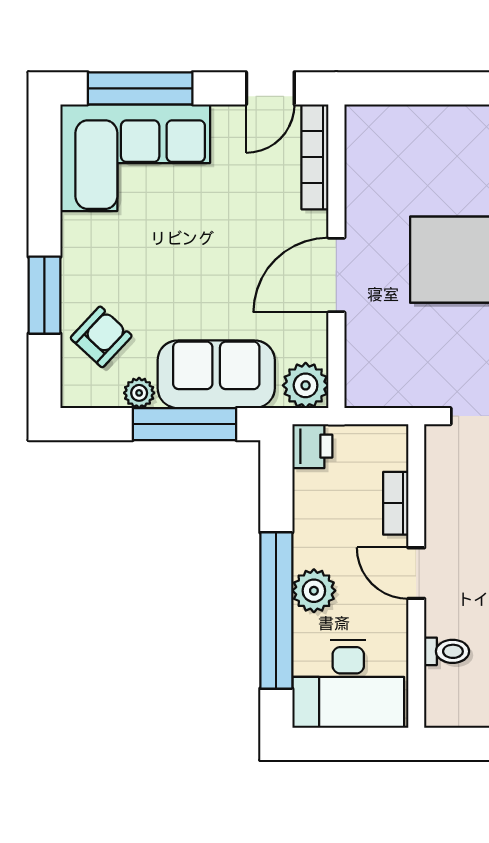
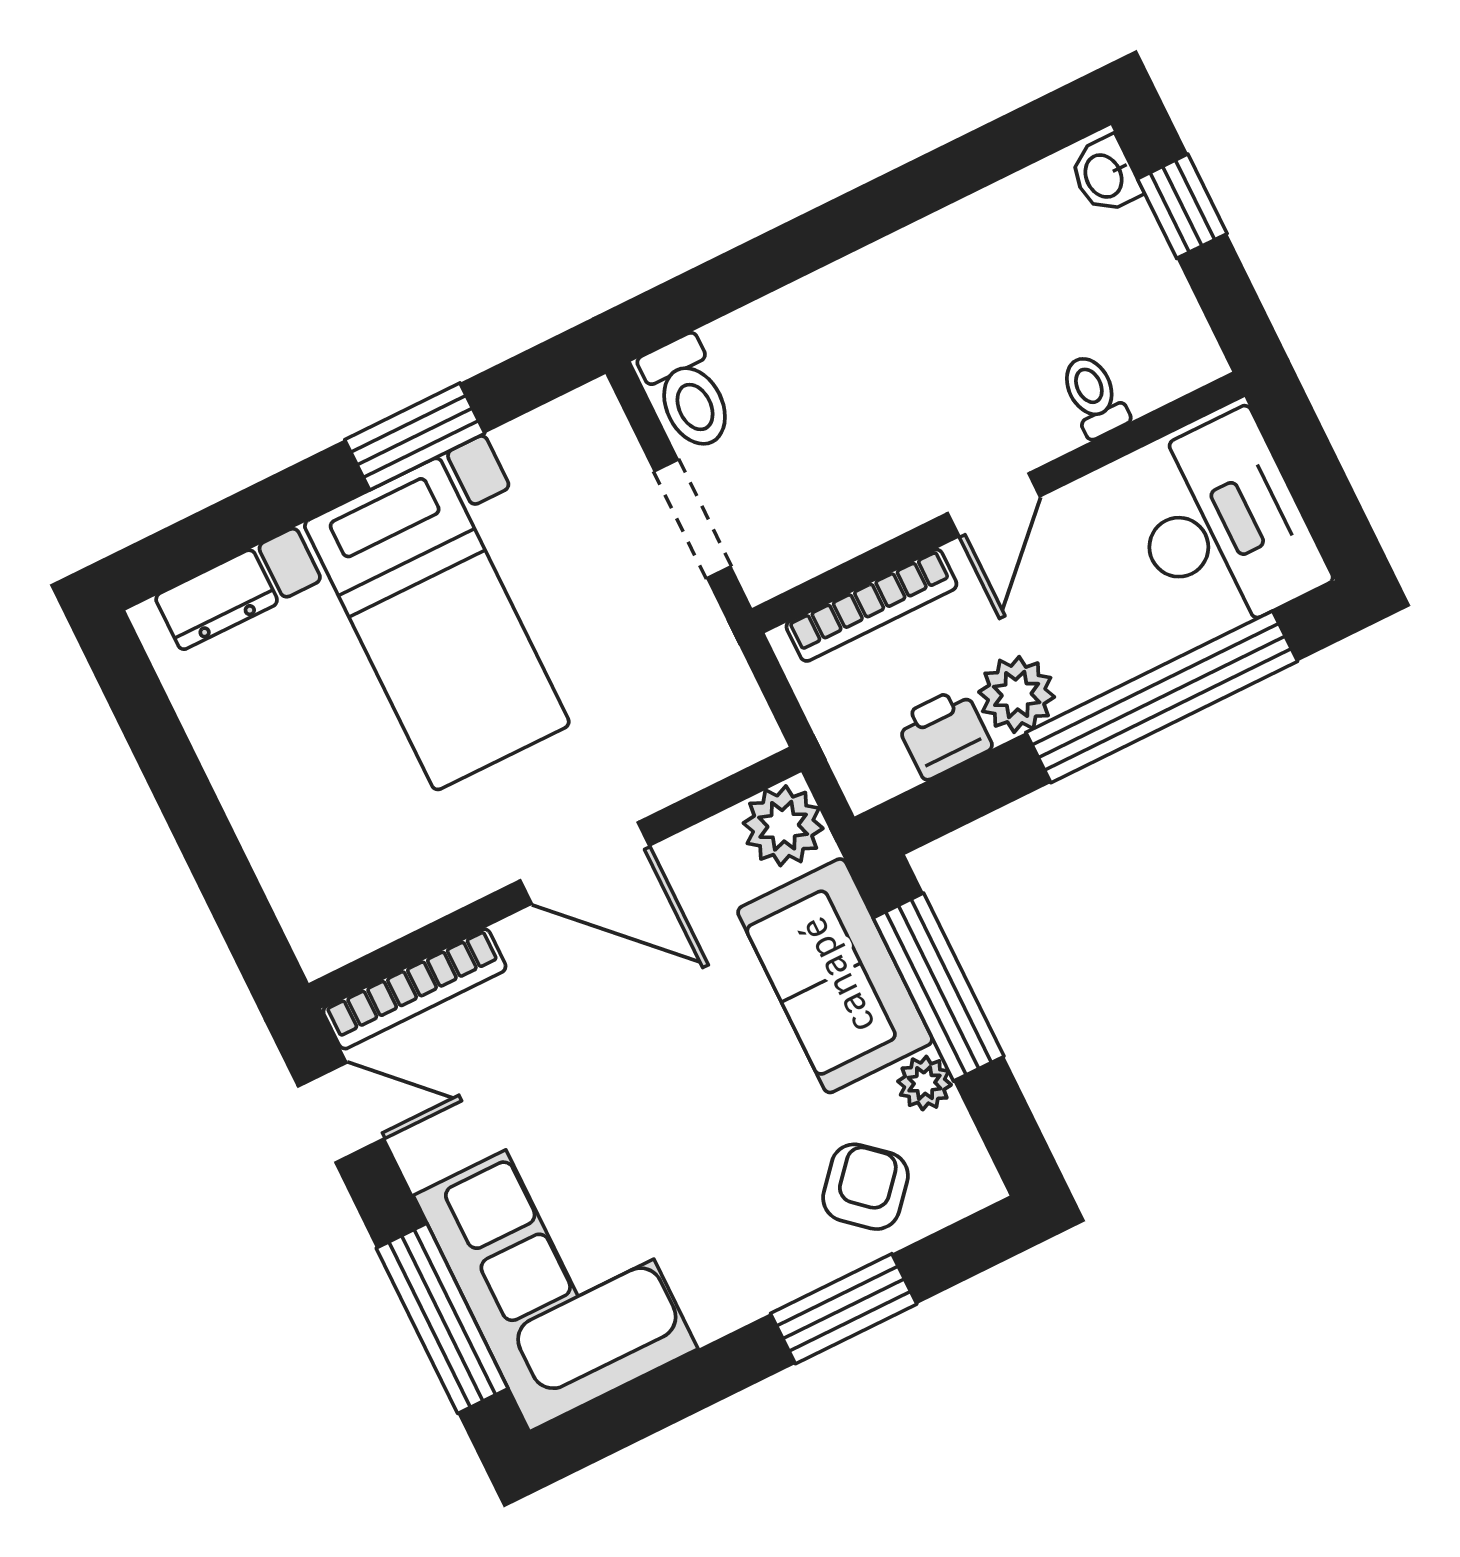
armchair: (101, 337) -> (865, 1187), turned 88
printer: (312, 446) -> (944, 733), moved
bookcase: (396, 503) -> (871, 605), width x1.56
plant: (314, 591) -> (1017, 694), moved

